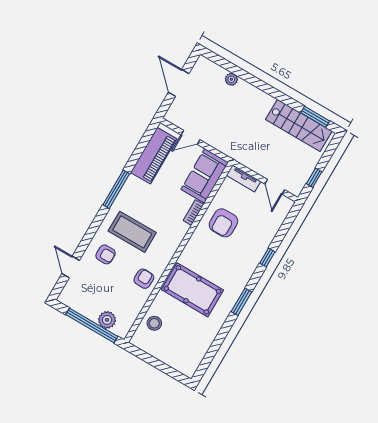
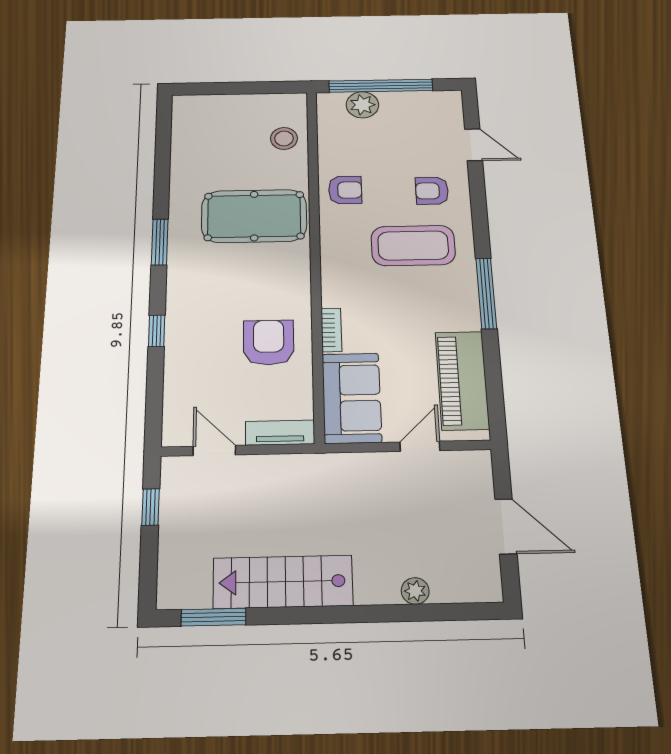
stairs: (299, 125) -> (283, 582), moved
armchair: (144, 279) -> (345, 190), turned -92

